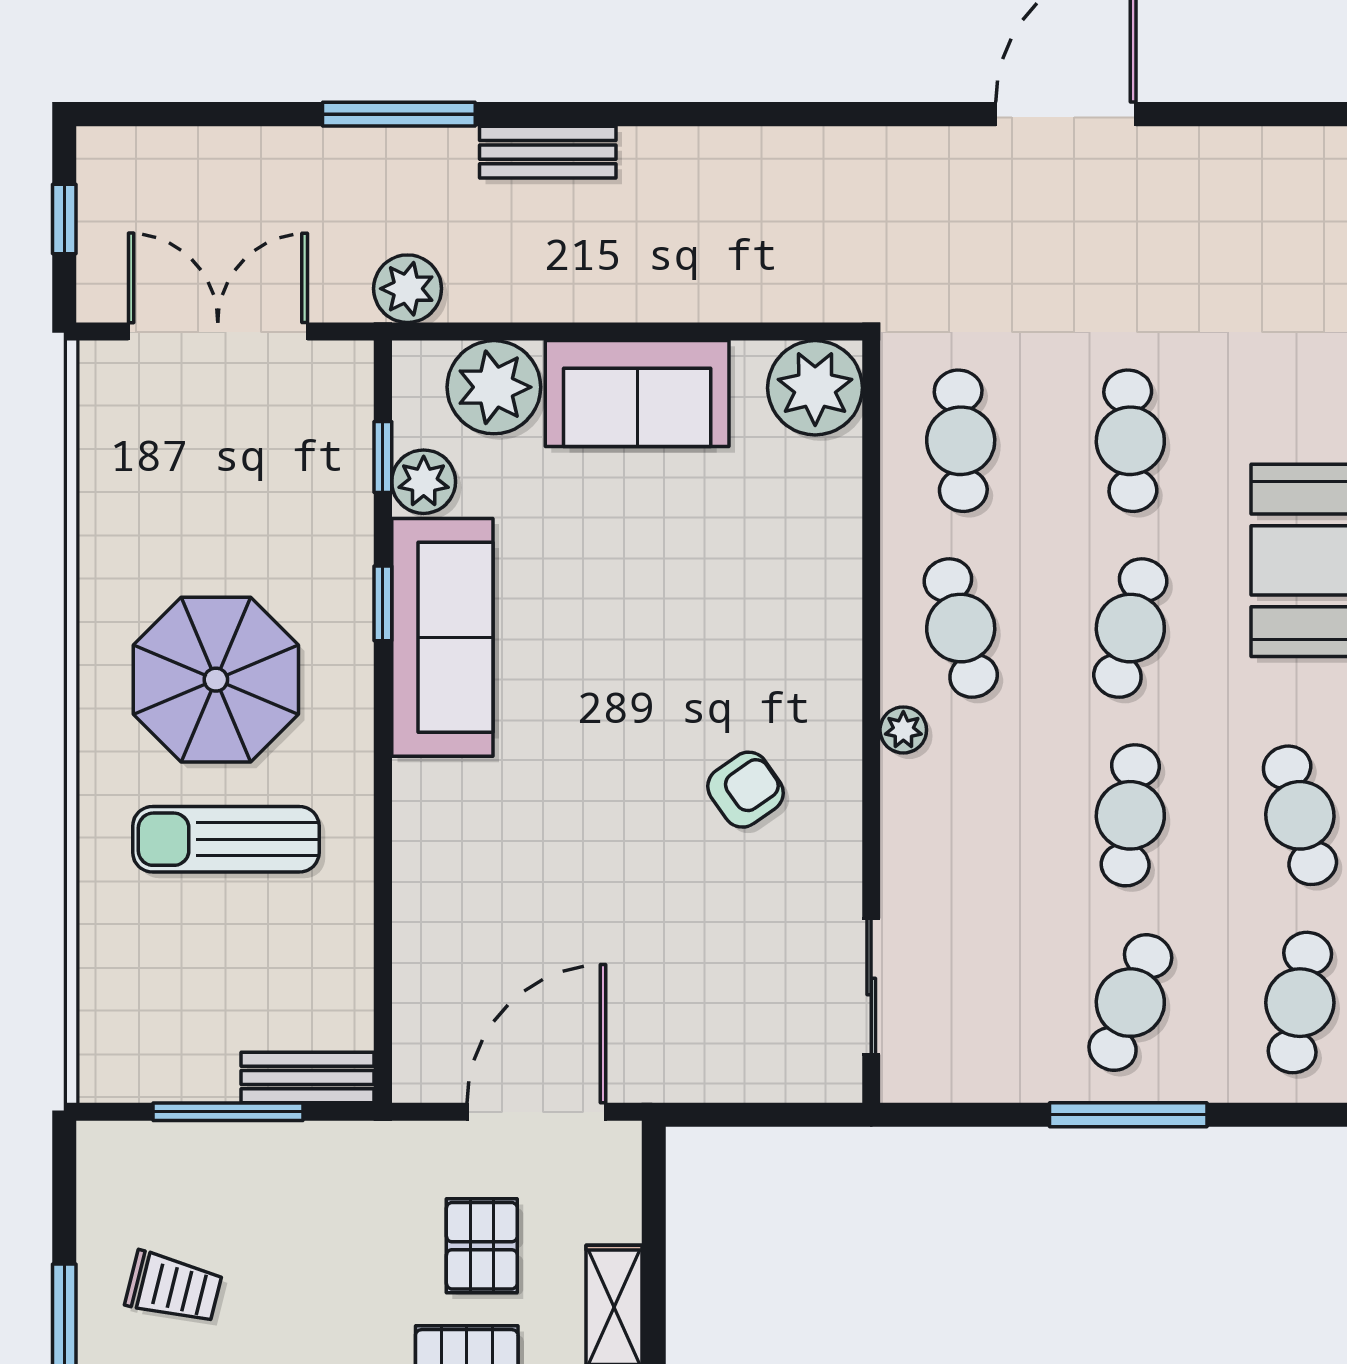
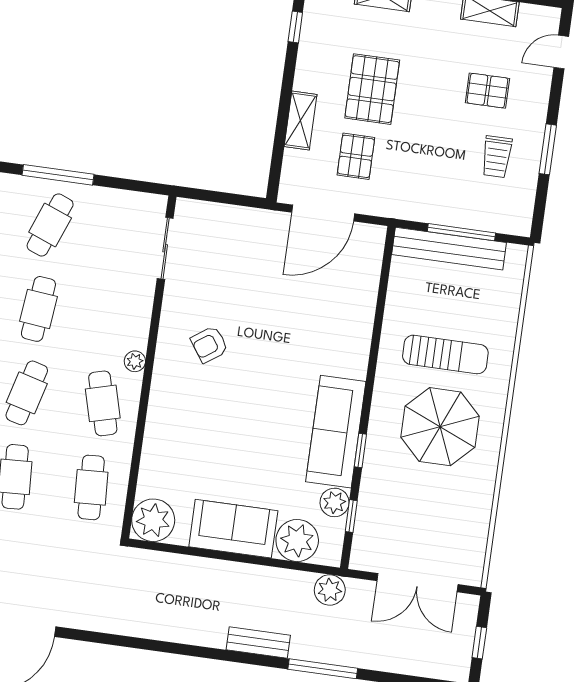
bench: (308, 1078) -> (449, 249), width x1.86, depth x1.21
trolley: (174, 1288) -> (497, 157), turned -104

